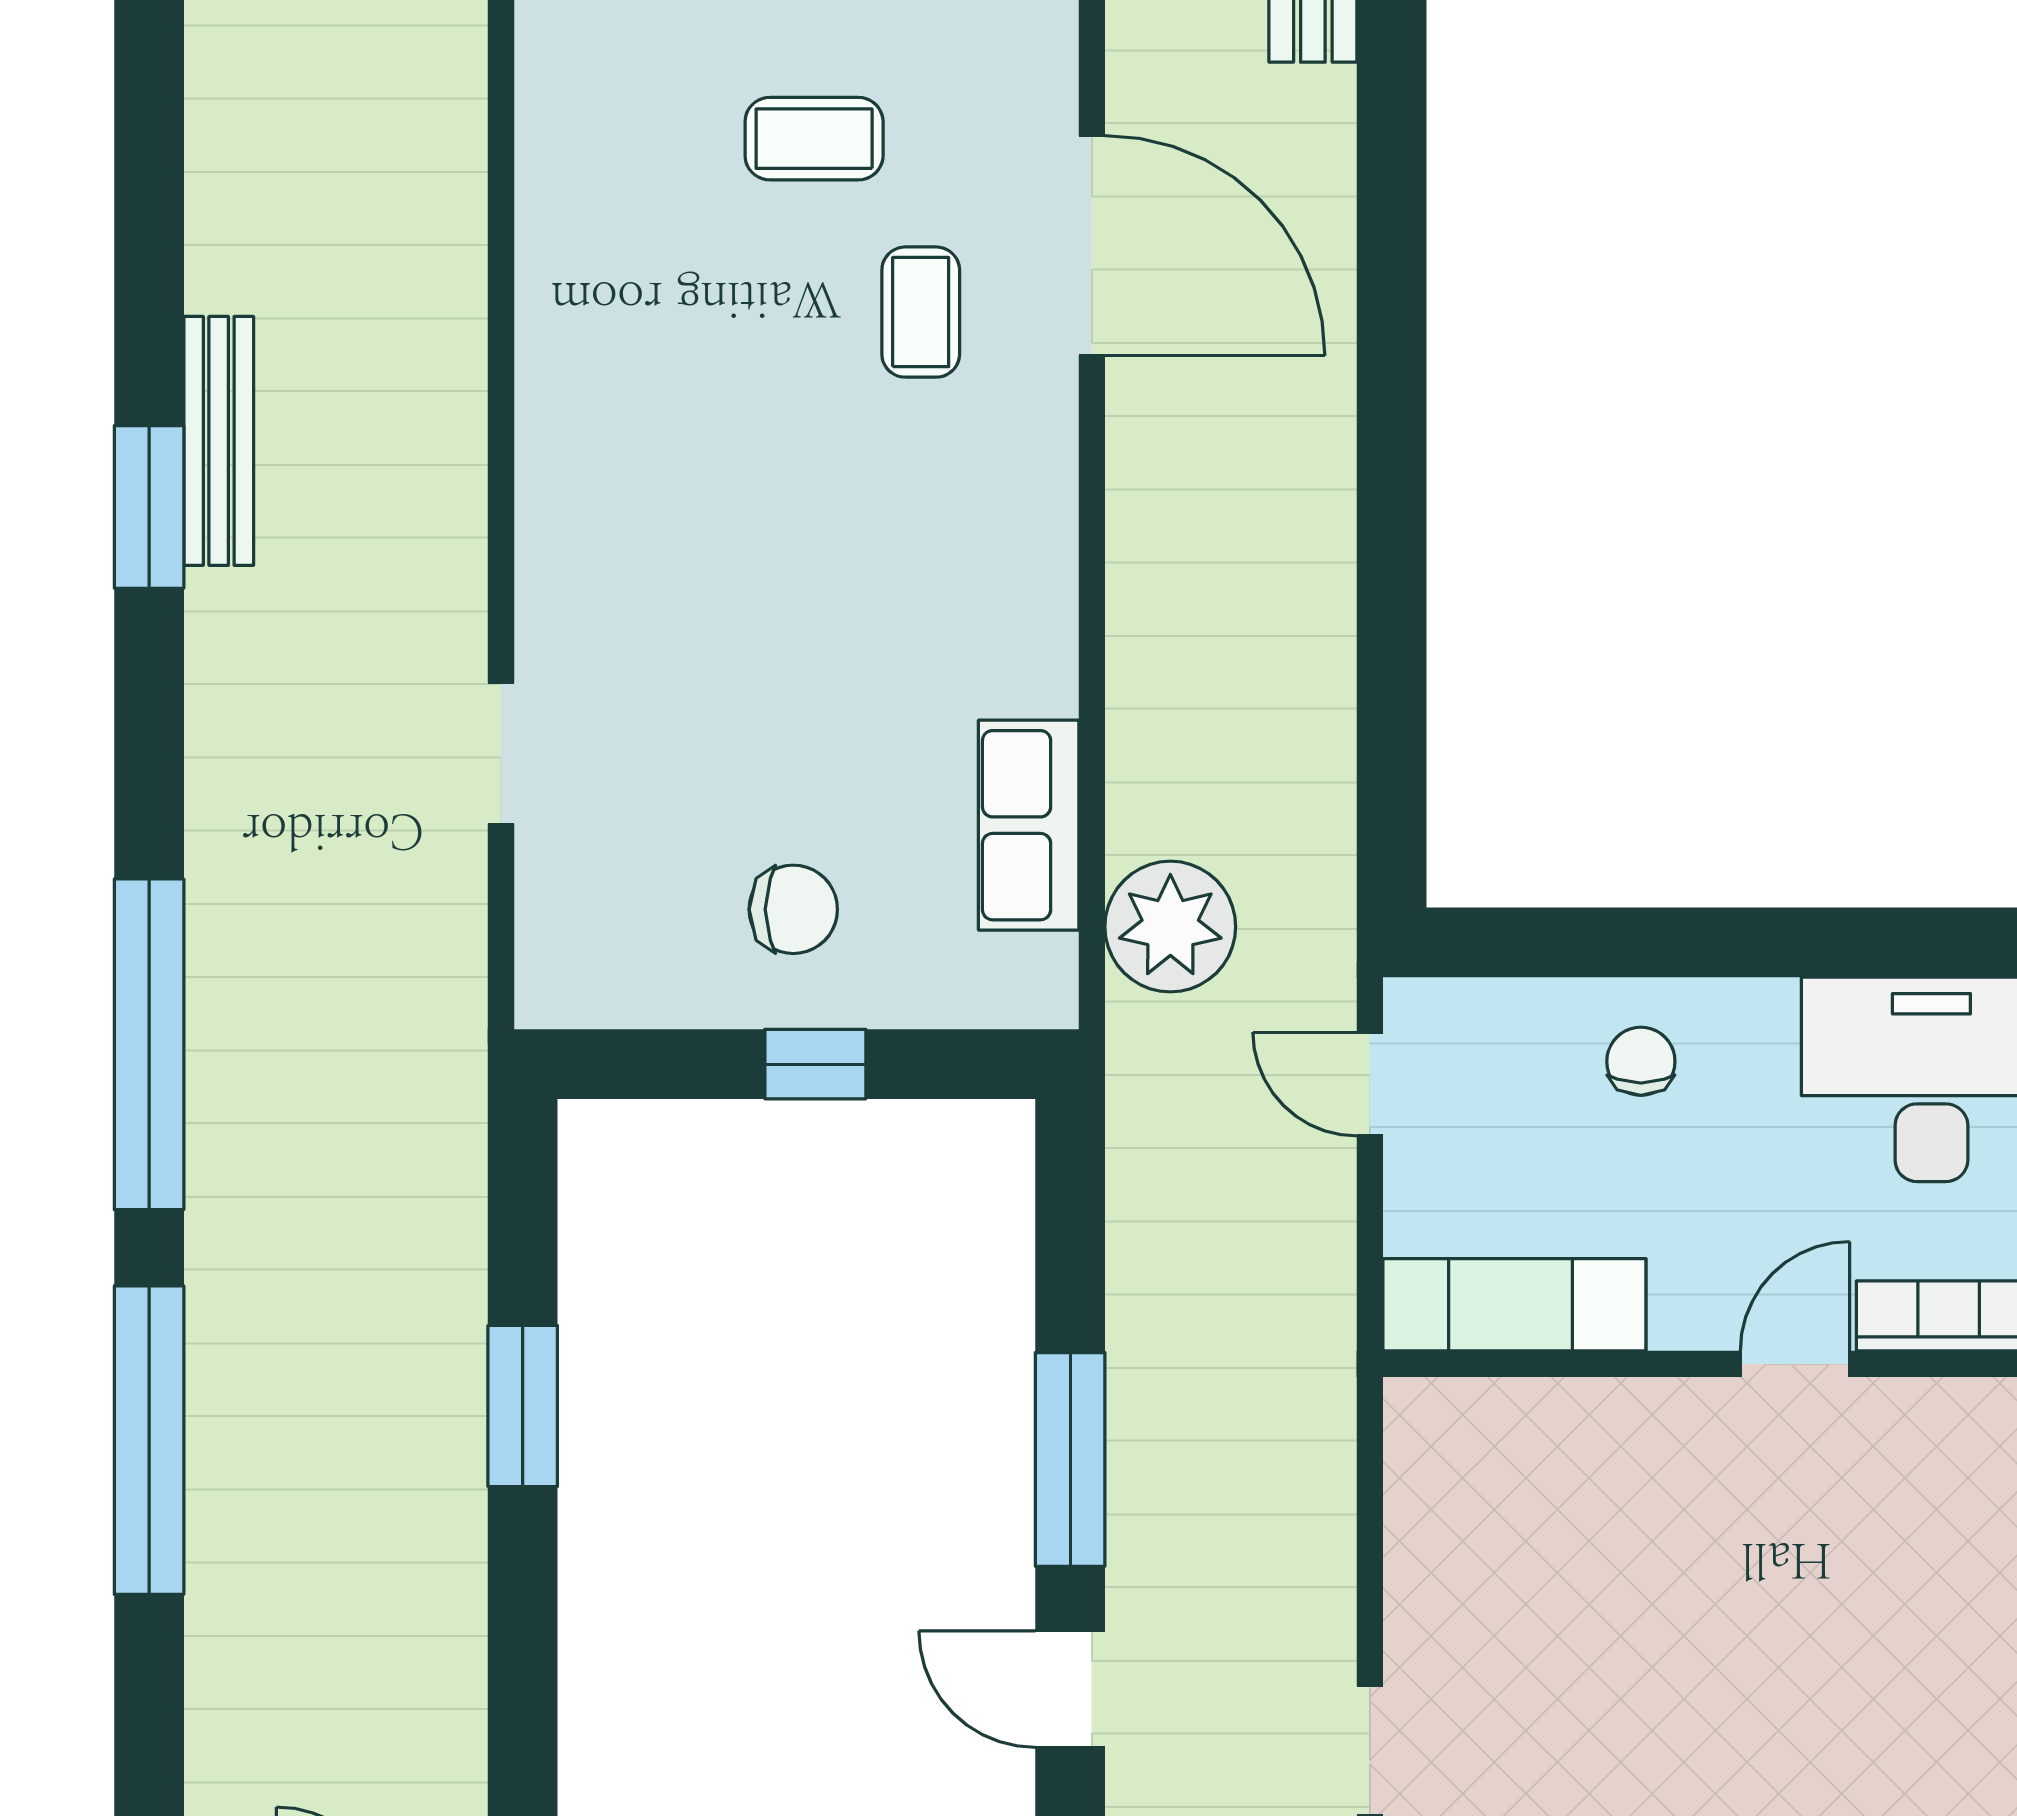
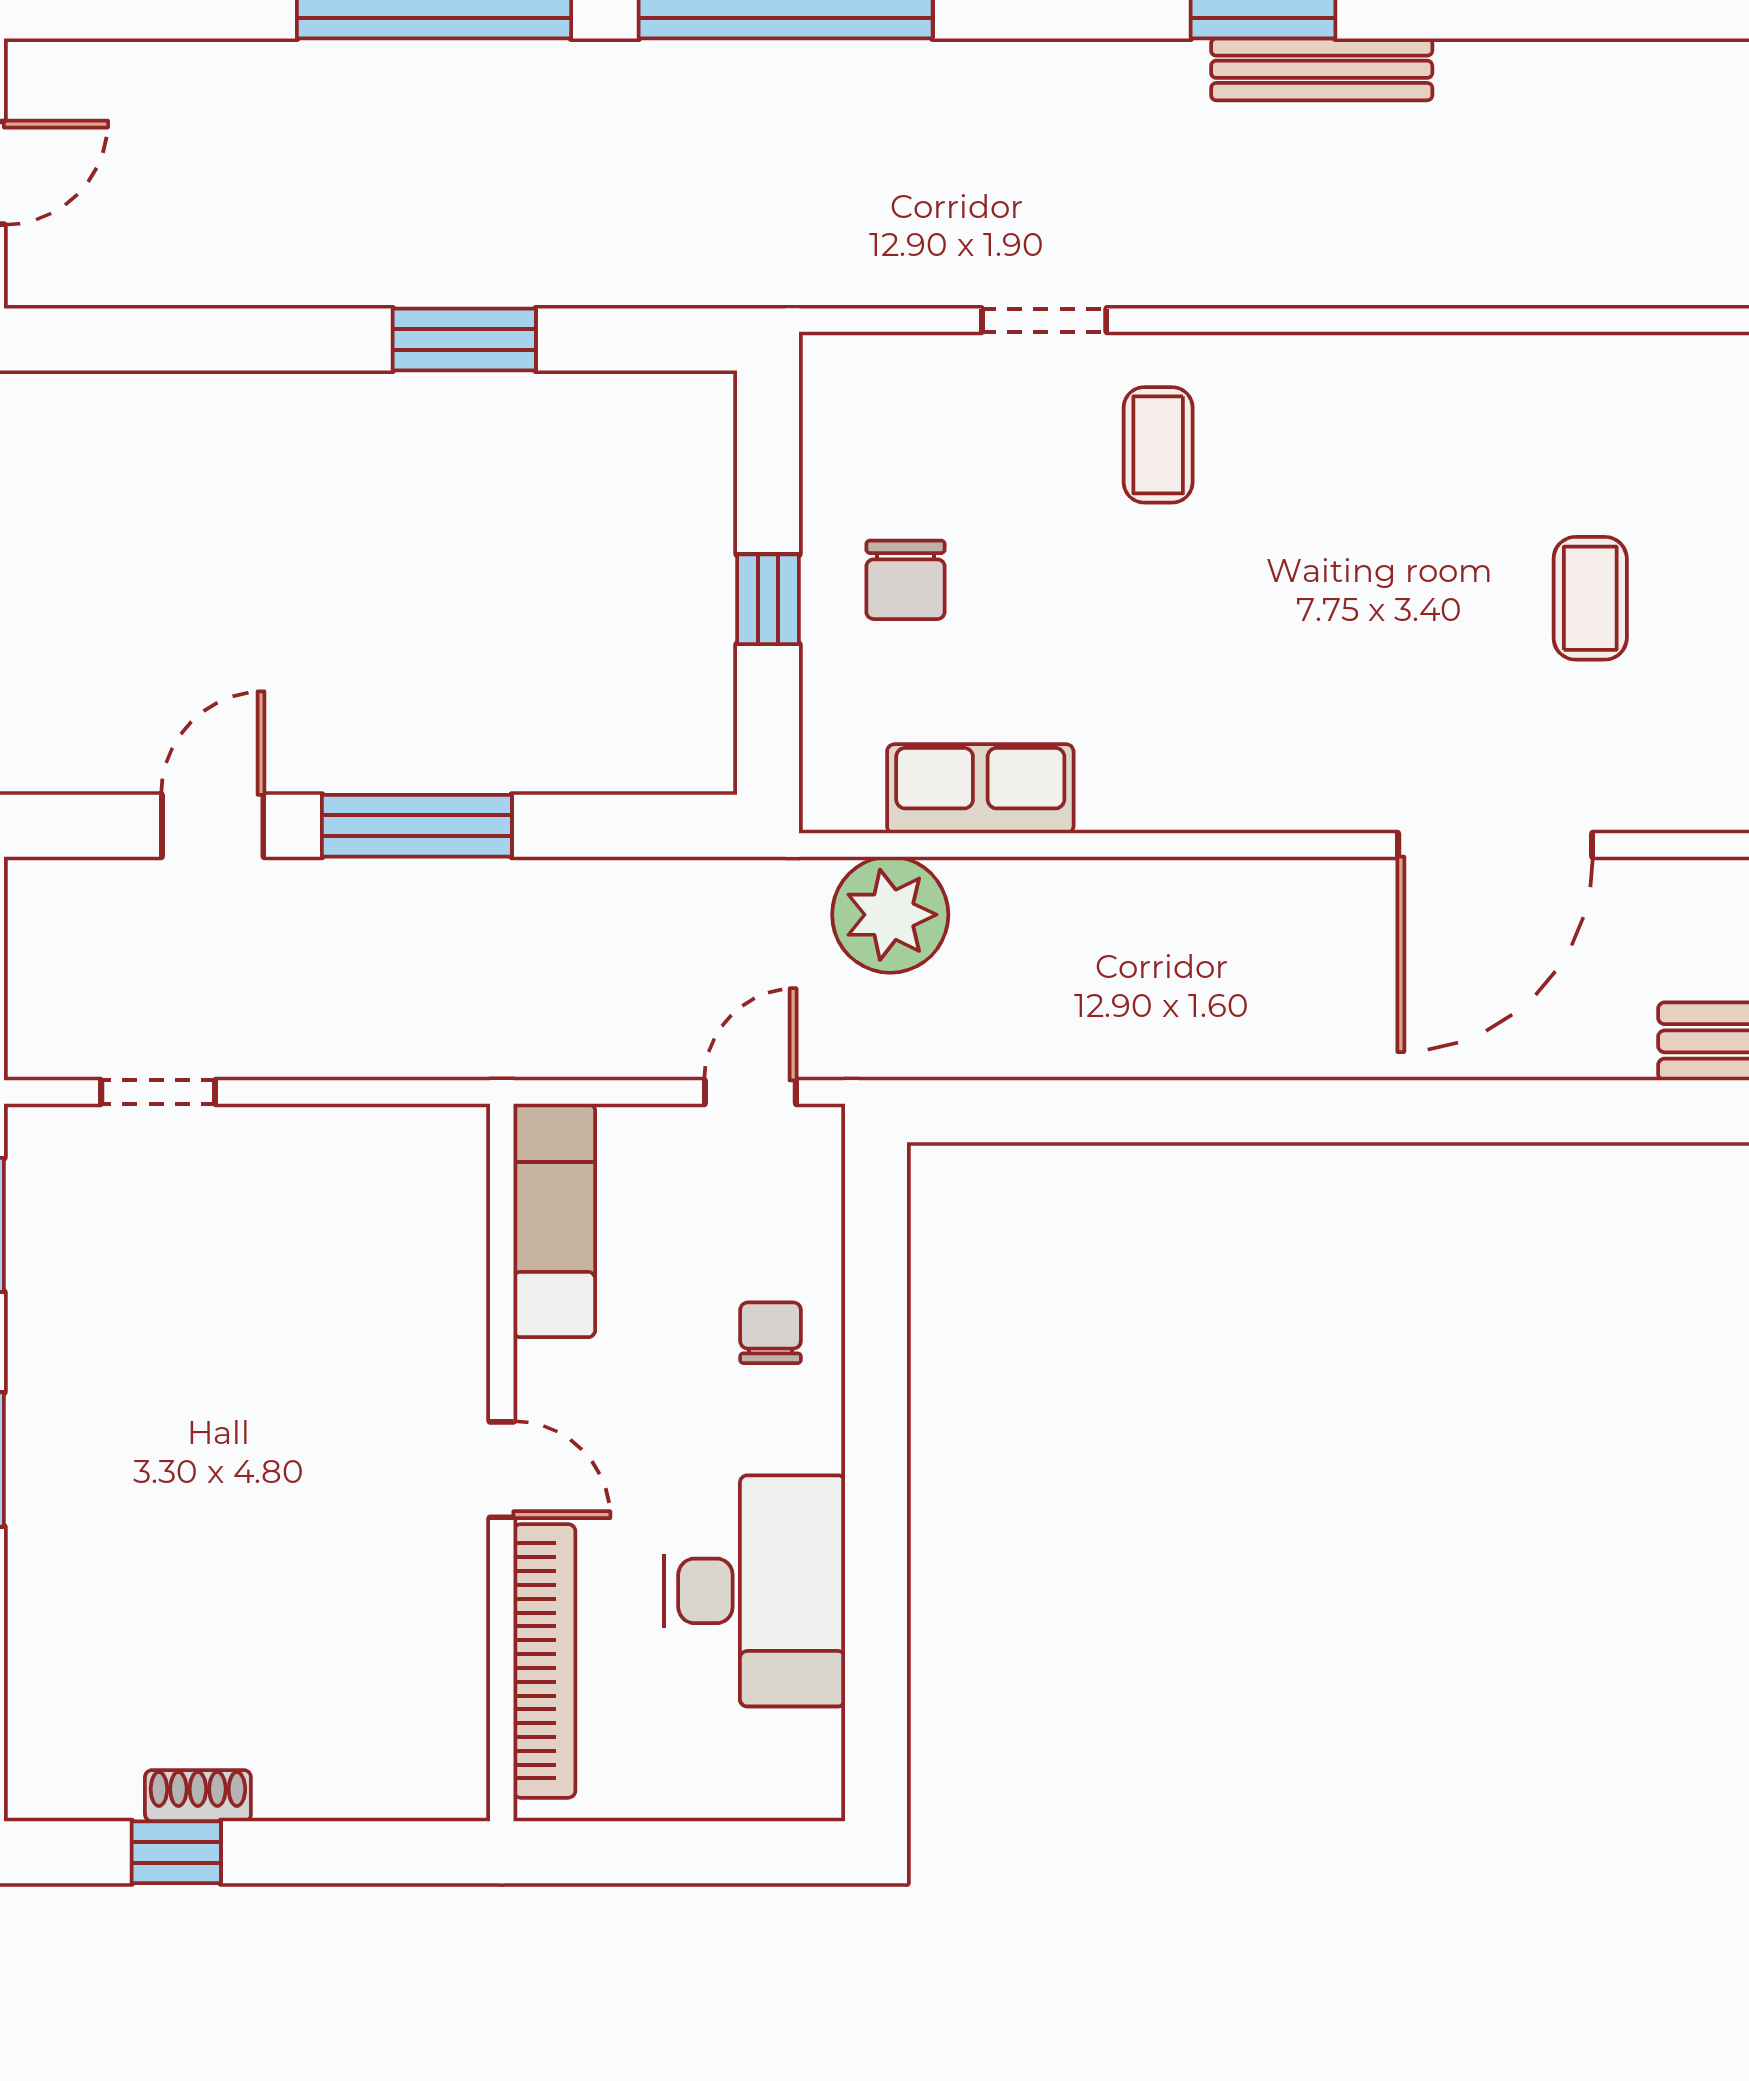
coffee table: (921, 312) -> (1158, 445), moved, turned 90
chair: (1641, 1061) -> (771, 1333), turned -90

